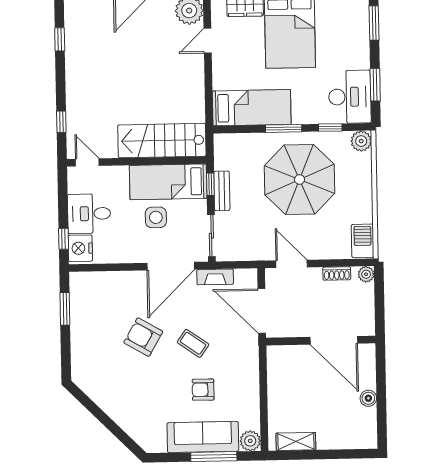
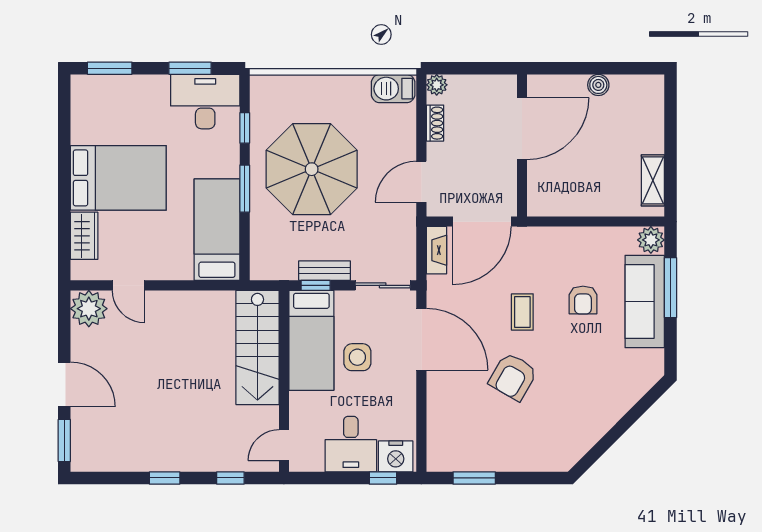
window: (60, 39) -> (165, 478), moved
plant: (361, 141) -> (263, 88), removed
fireplace: (215, 277) -> (436, 250), moved
coffee table: (193, 343) -> (522, 312), turned -35

